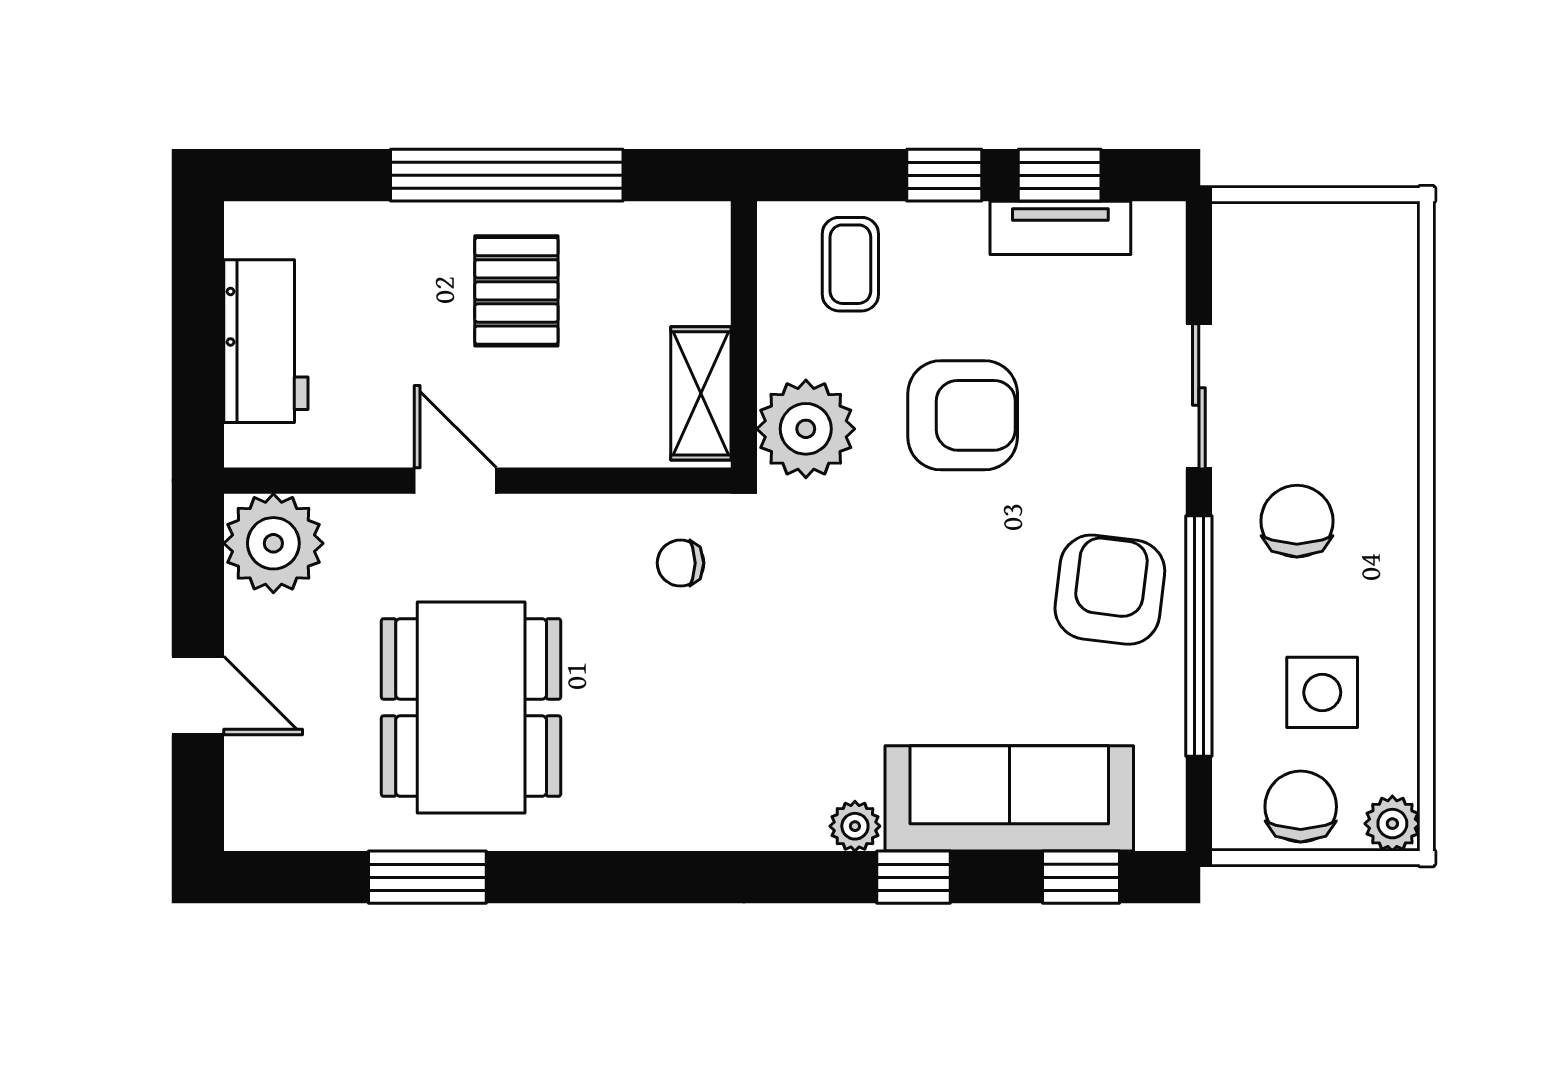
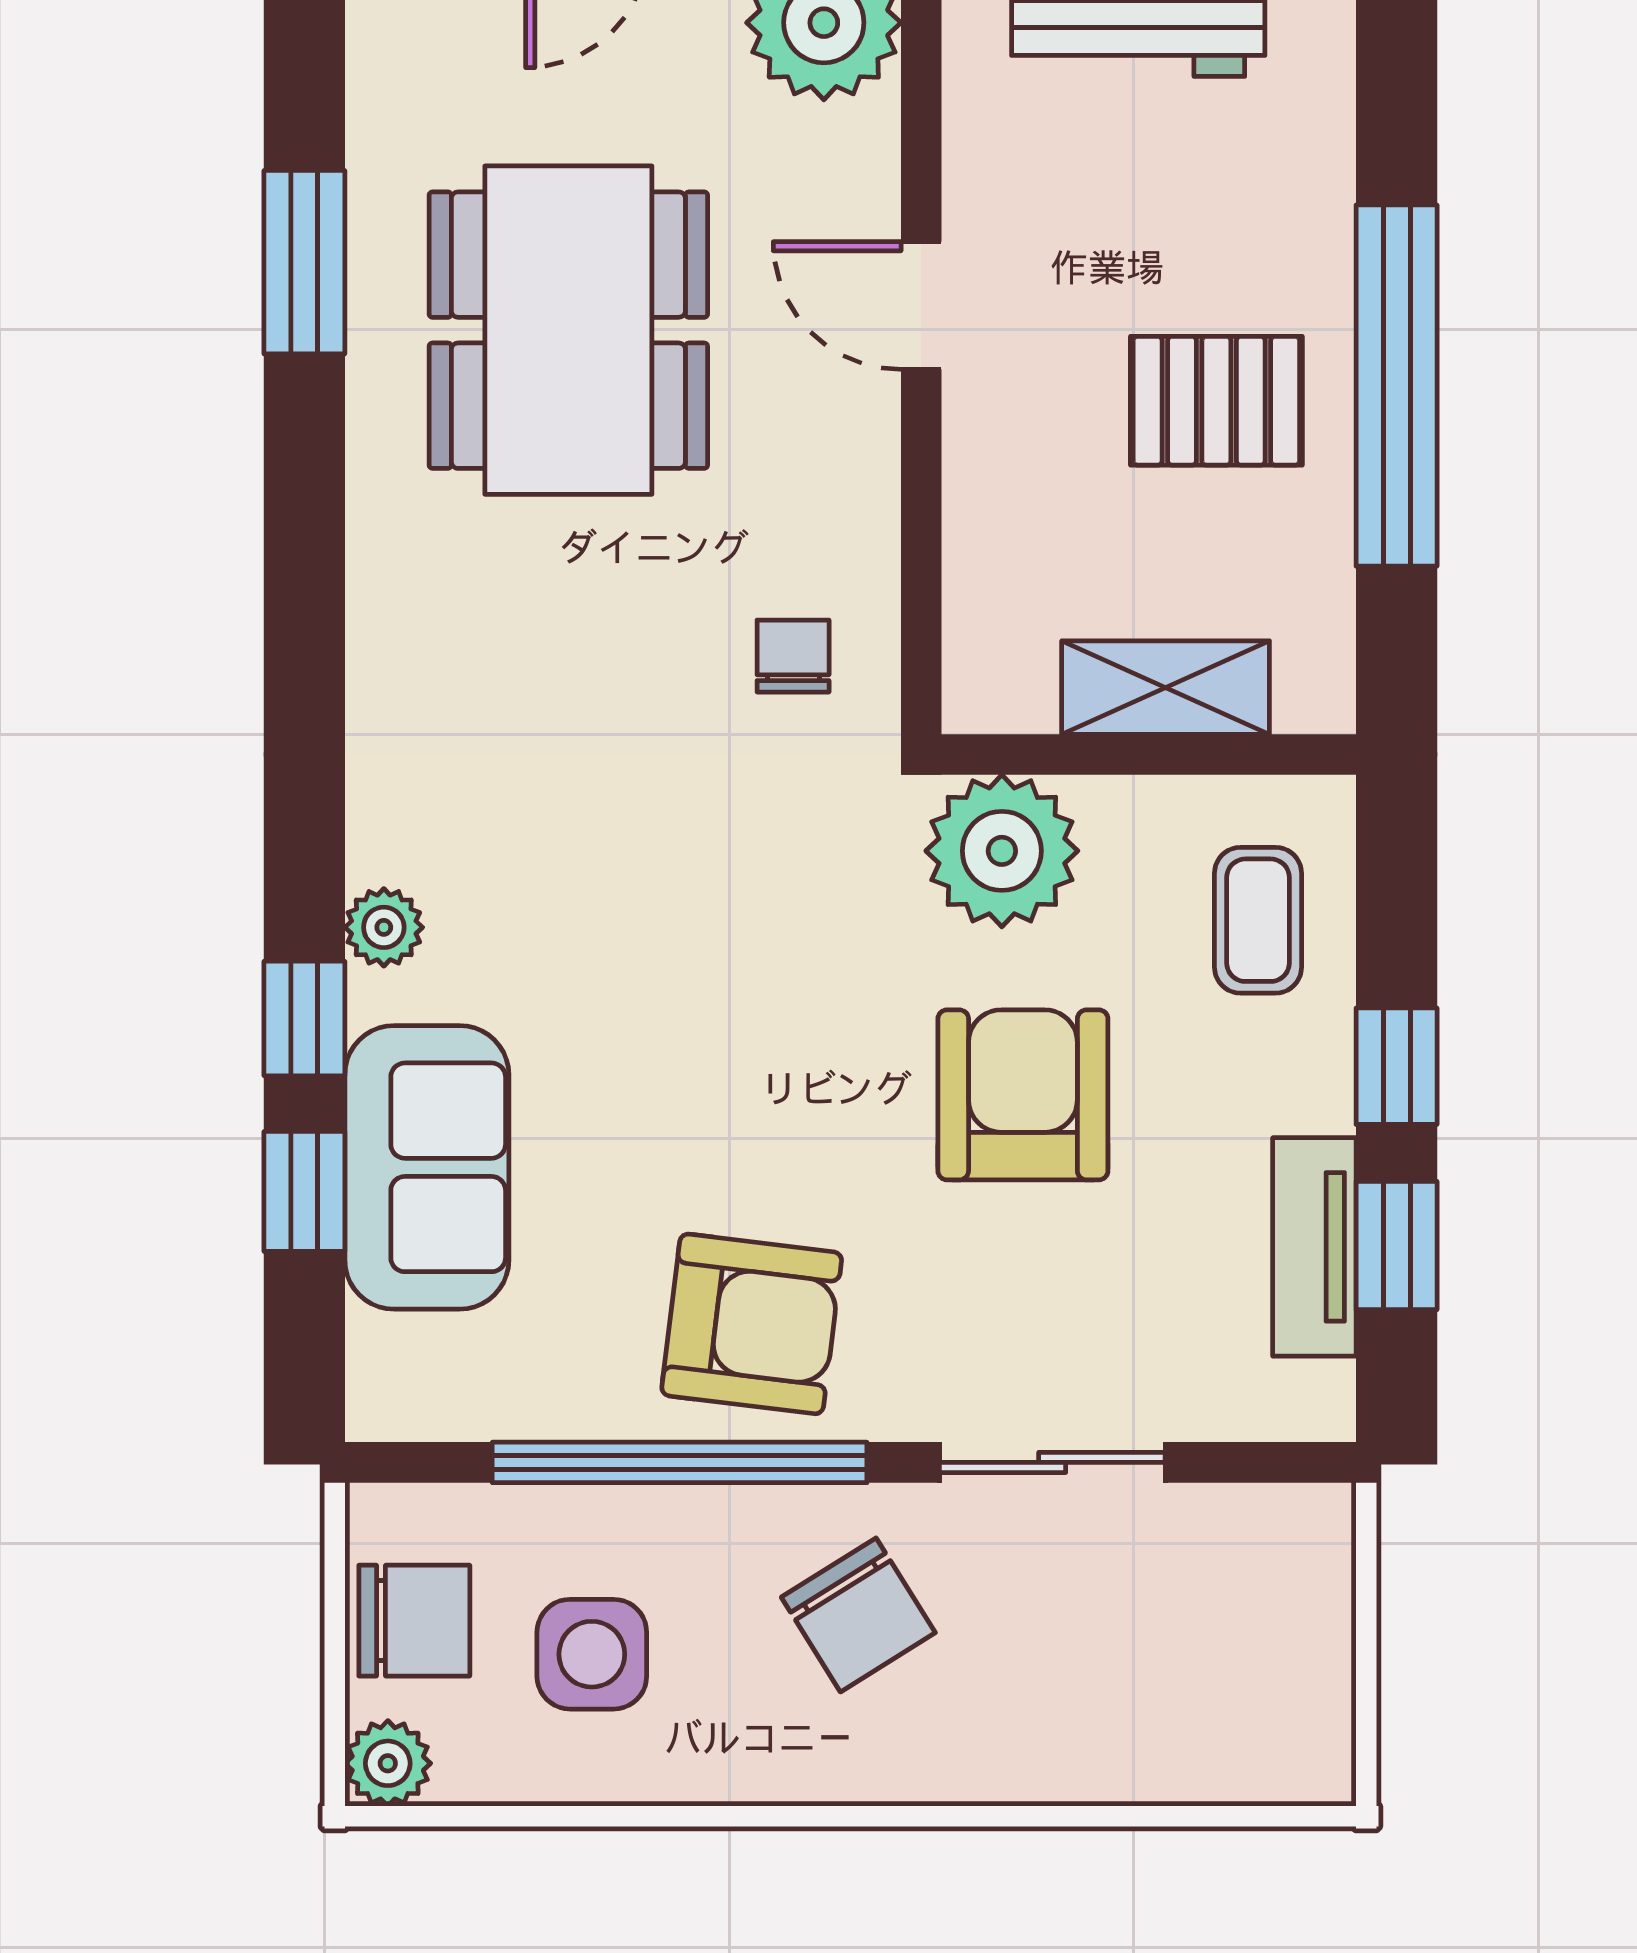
coffee table: (850, 264) -> (1258, 920), turned 90
shelving: (701, 393) -> (1166, 688), moved
armchair: (963, 415) -> (1023, 1095), turned 180
door: (455, 481) -> (921, 306), swing flipped
chair: (1297, 521) -> (858, 1615), turned 58
dining table: (471, 708) -> (568, 330), turned 90
sofa: (1009, 798) -> (427, 1167), width x0.73
window: (1081, 877) -> (304, 1191), moved

